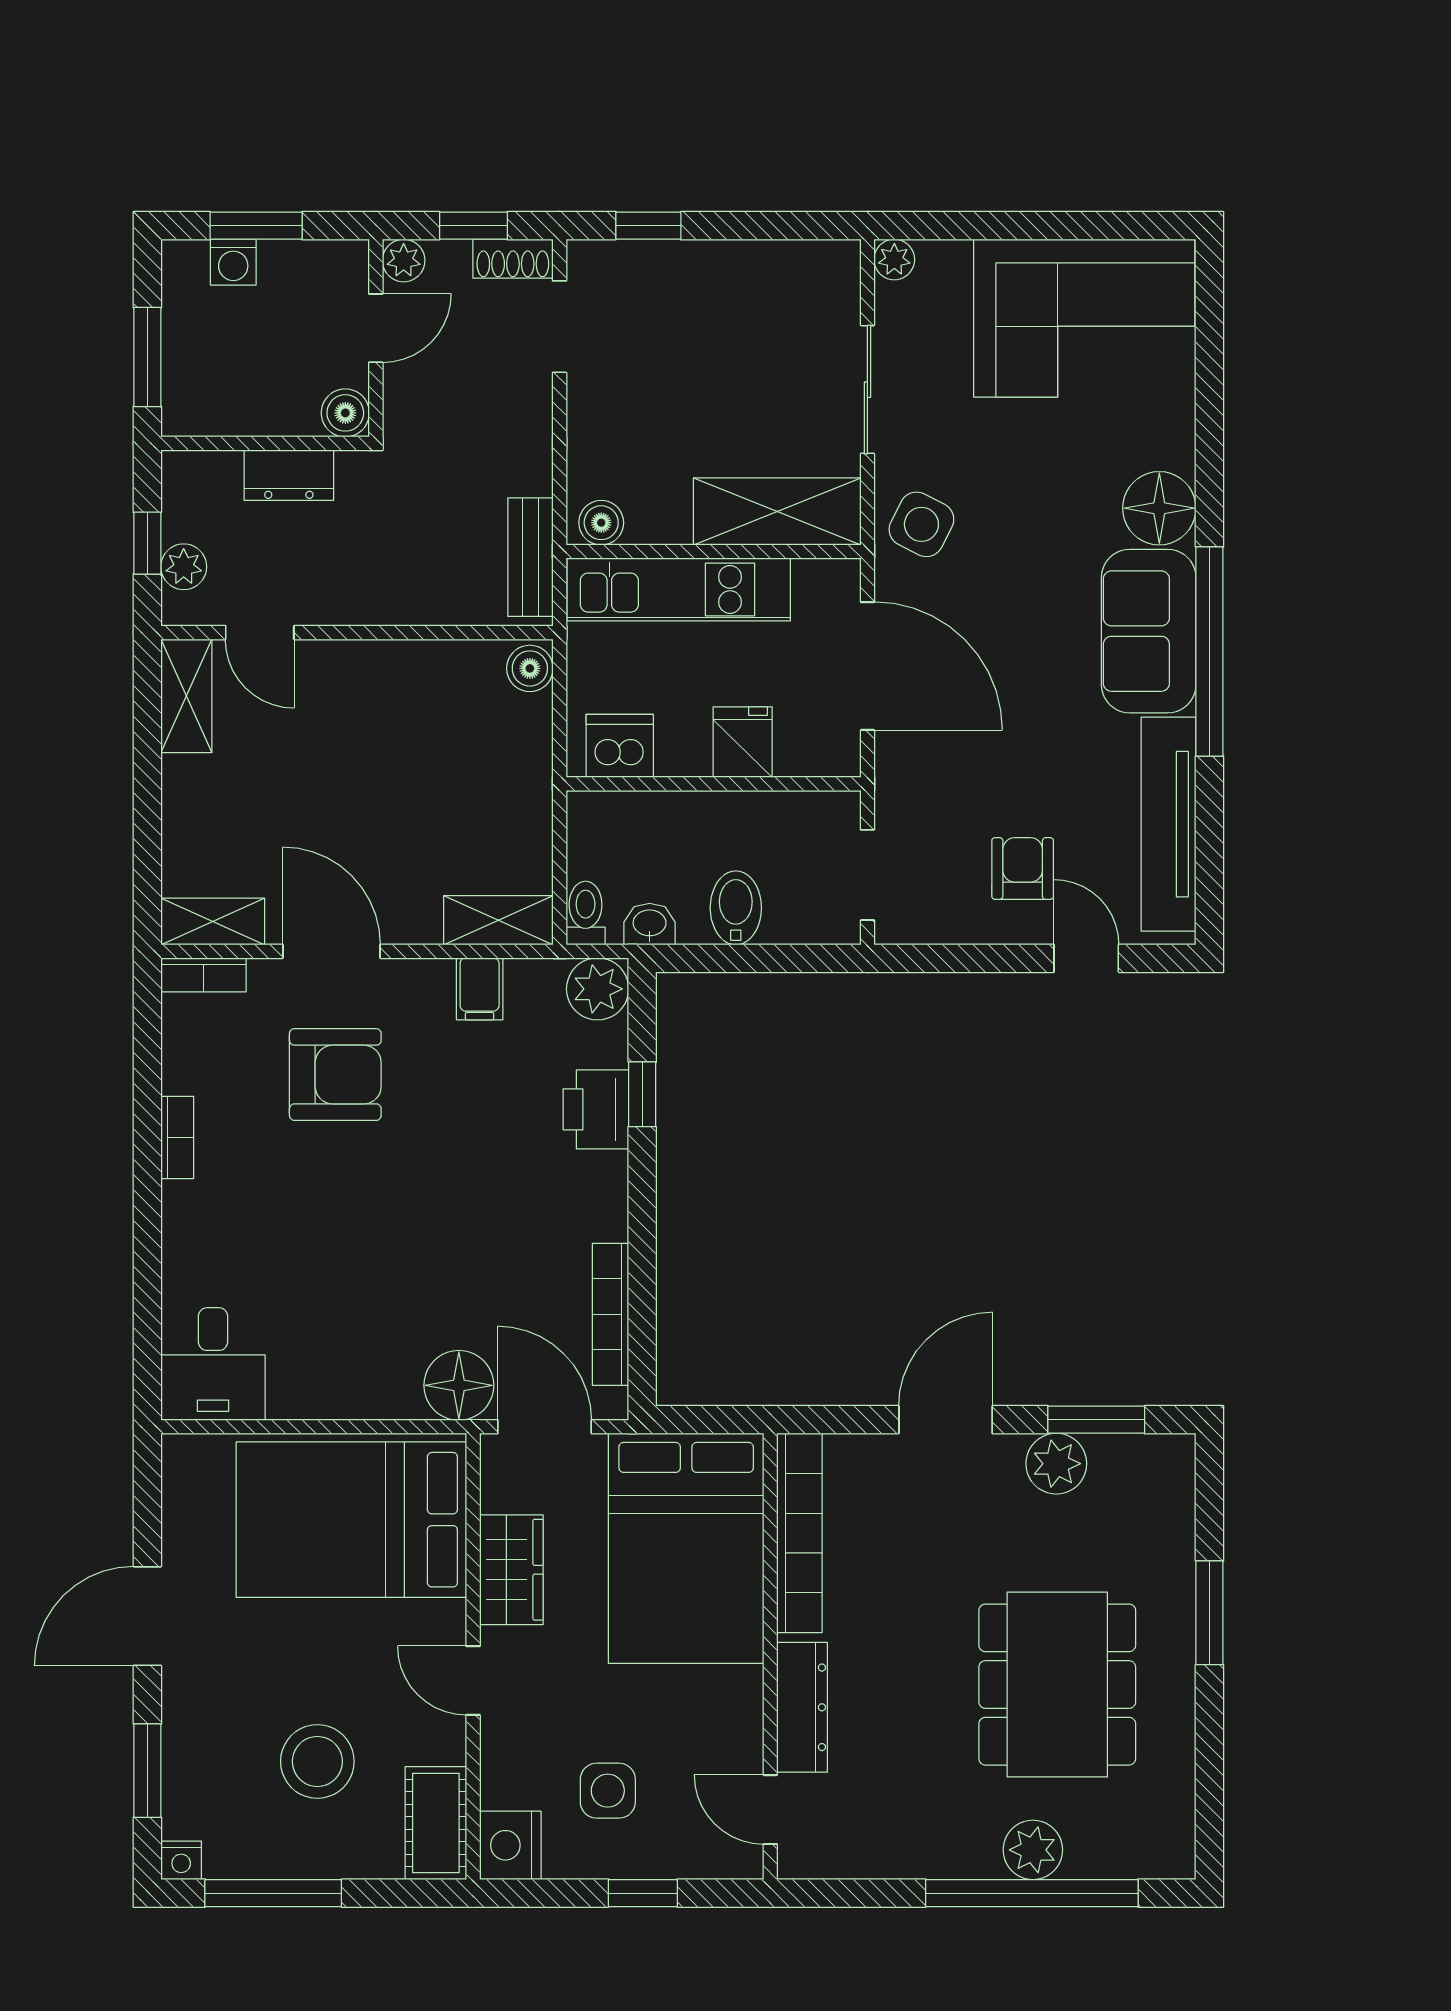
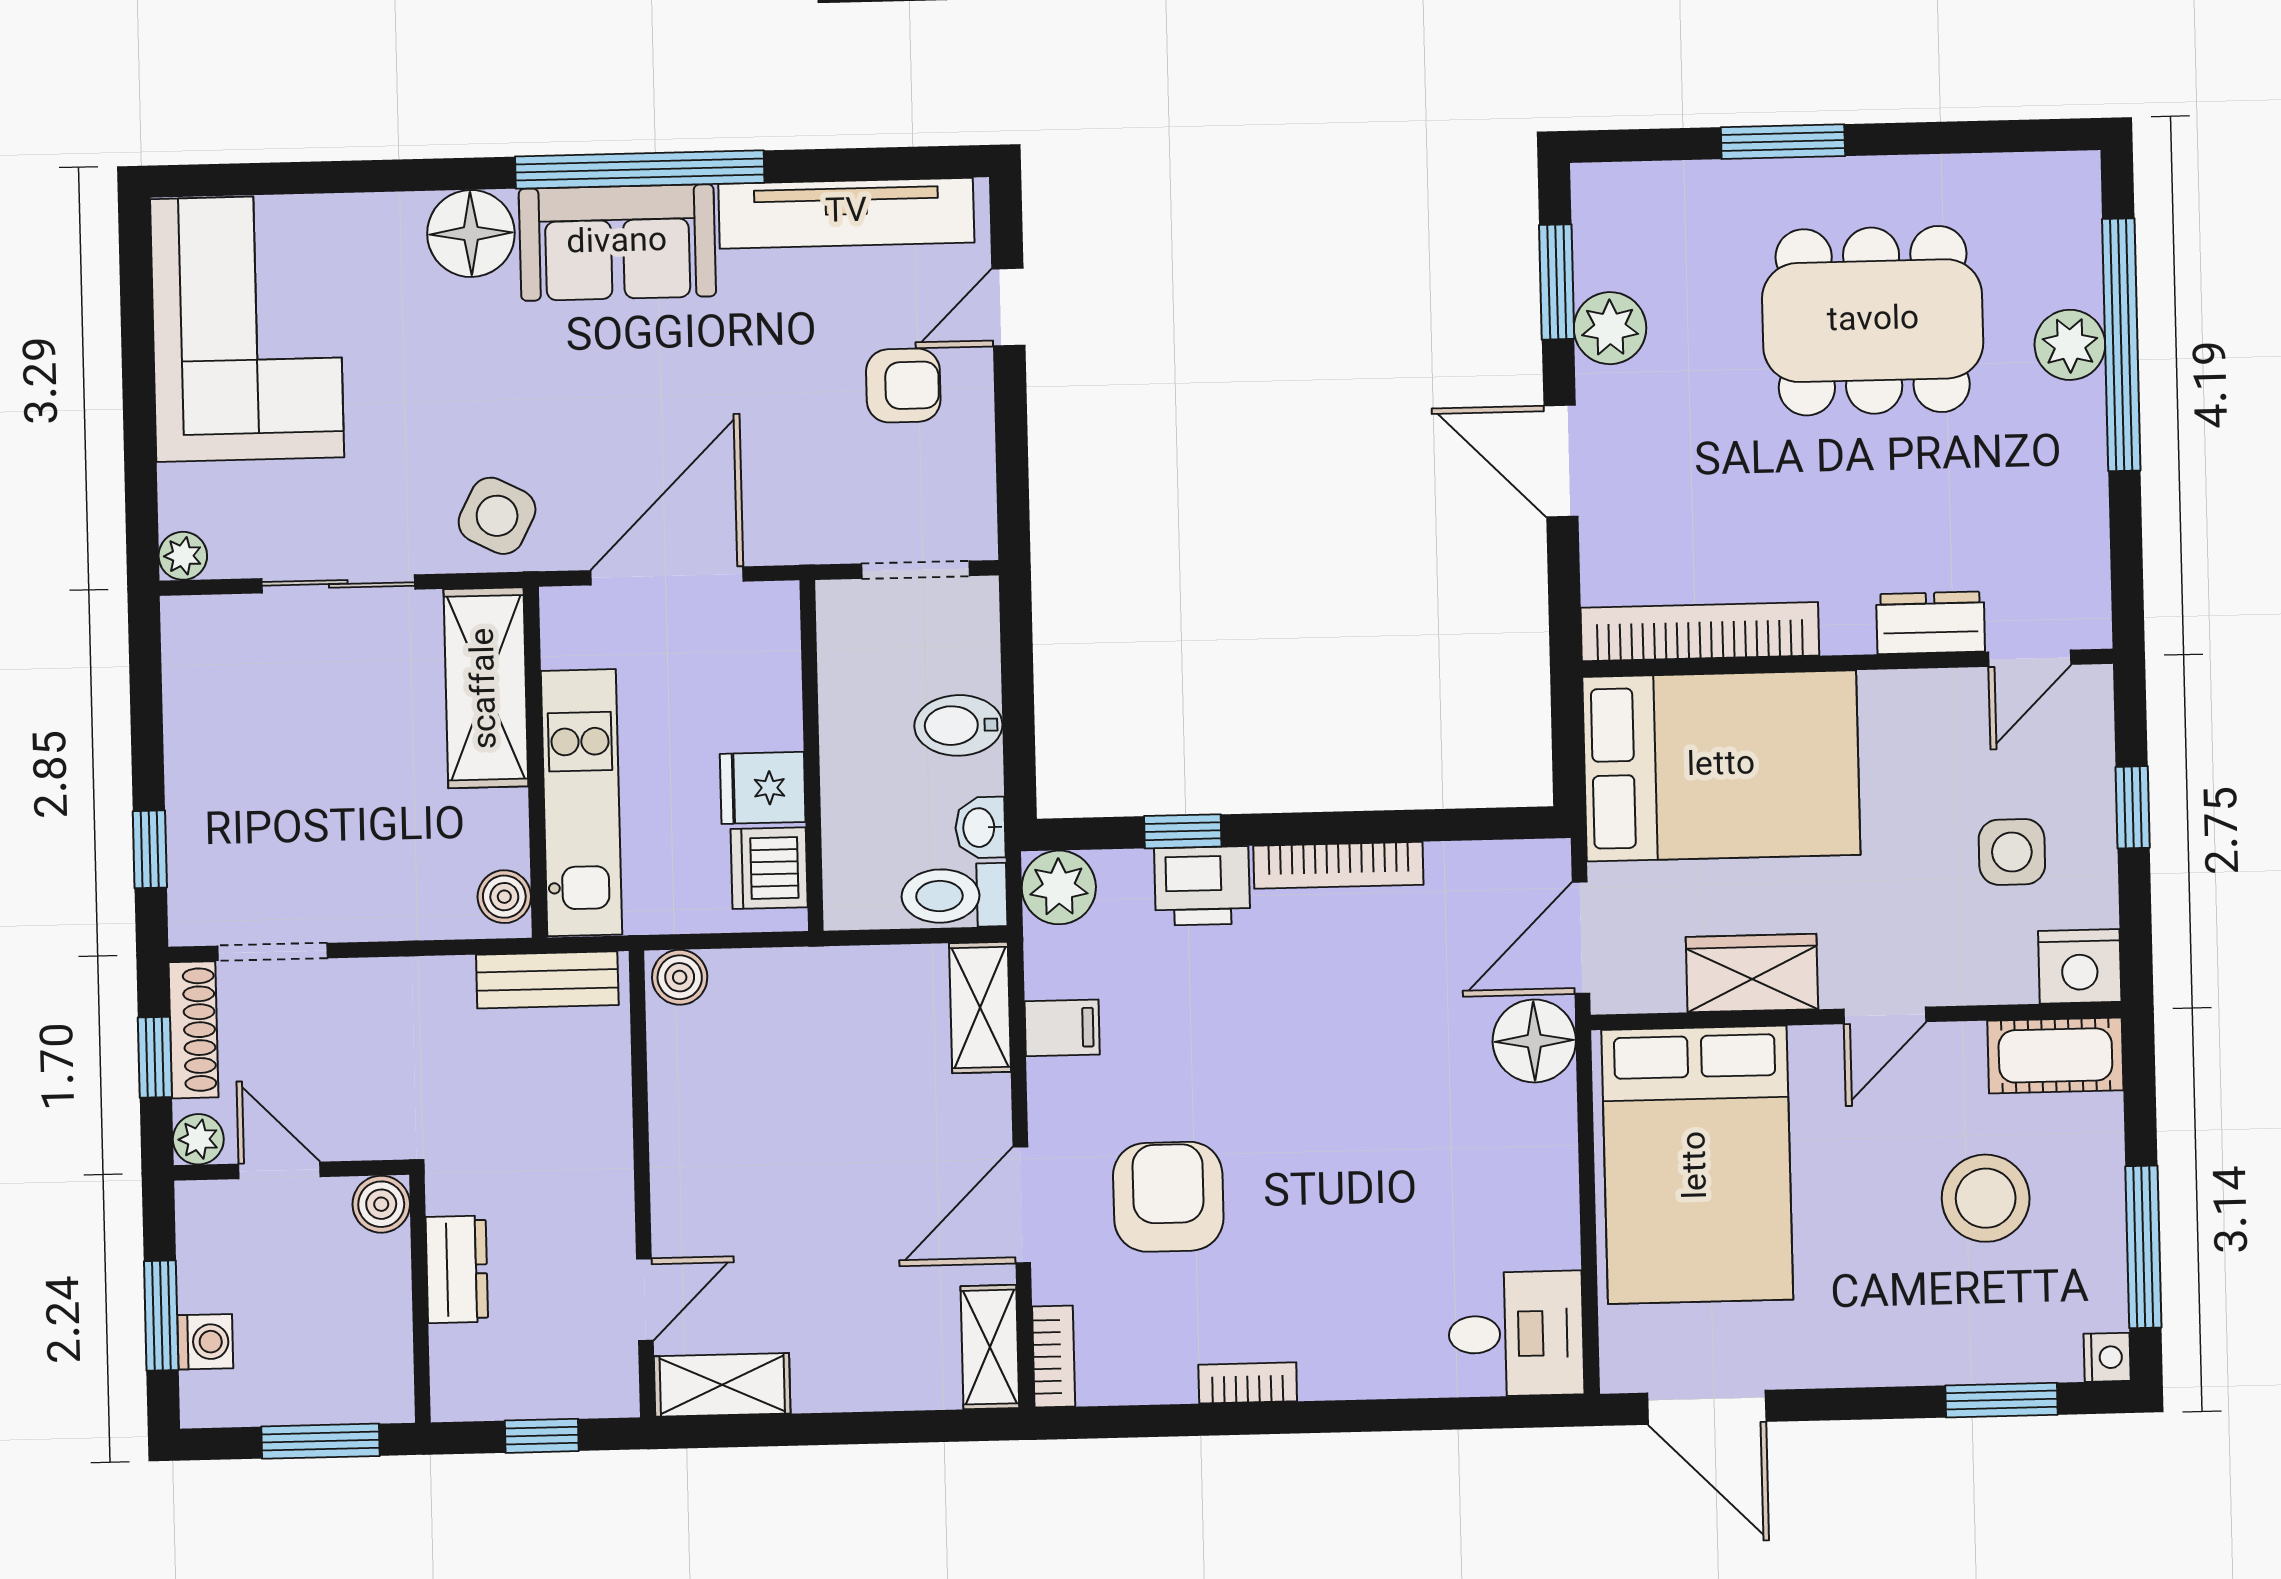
shoe rack: (513, 259) -> (194, 1030), width x1.43
plant: (184, 567) -> (569, 1392), removed
fridge: (743, 742) -> (763, 788), moved
armchair: (1023, 868) -> (903, 385), turned 180
toilet: (586, 913) -> (954, 896), width x1.37, depth x1.39
bookcase: (611, 1314) -> (1338, 865), moved
door: (147, 1616) -> (1707, 1407), moved
dresser: (802, 1707) -> (1931, 623), width x0.70

